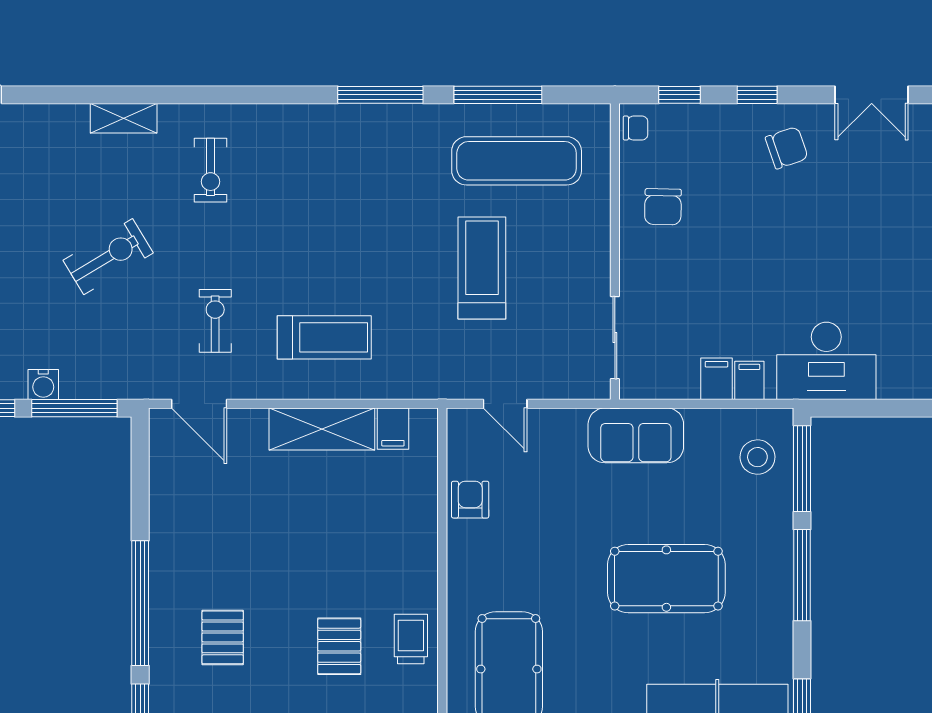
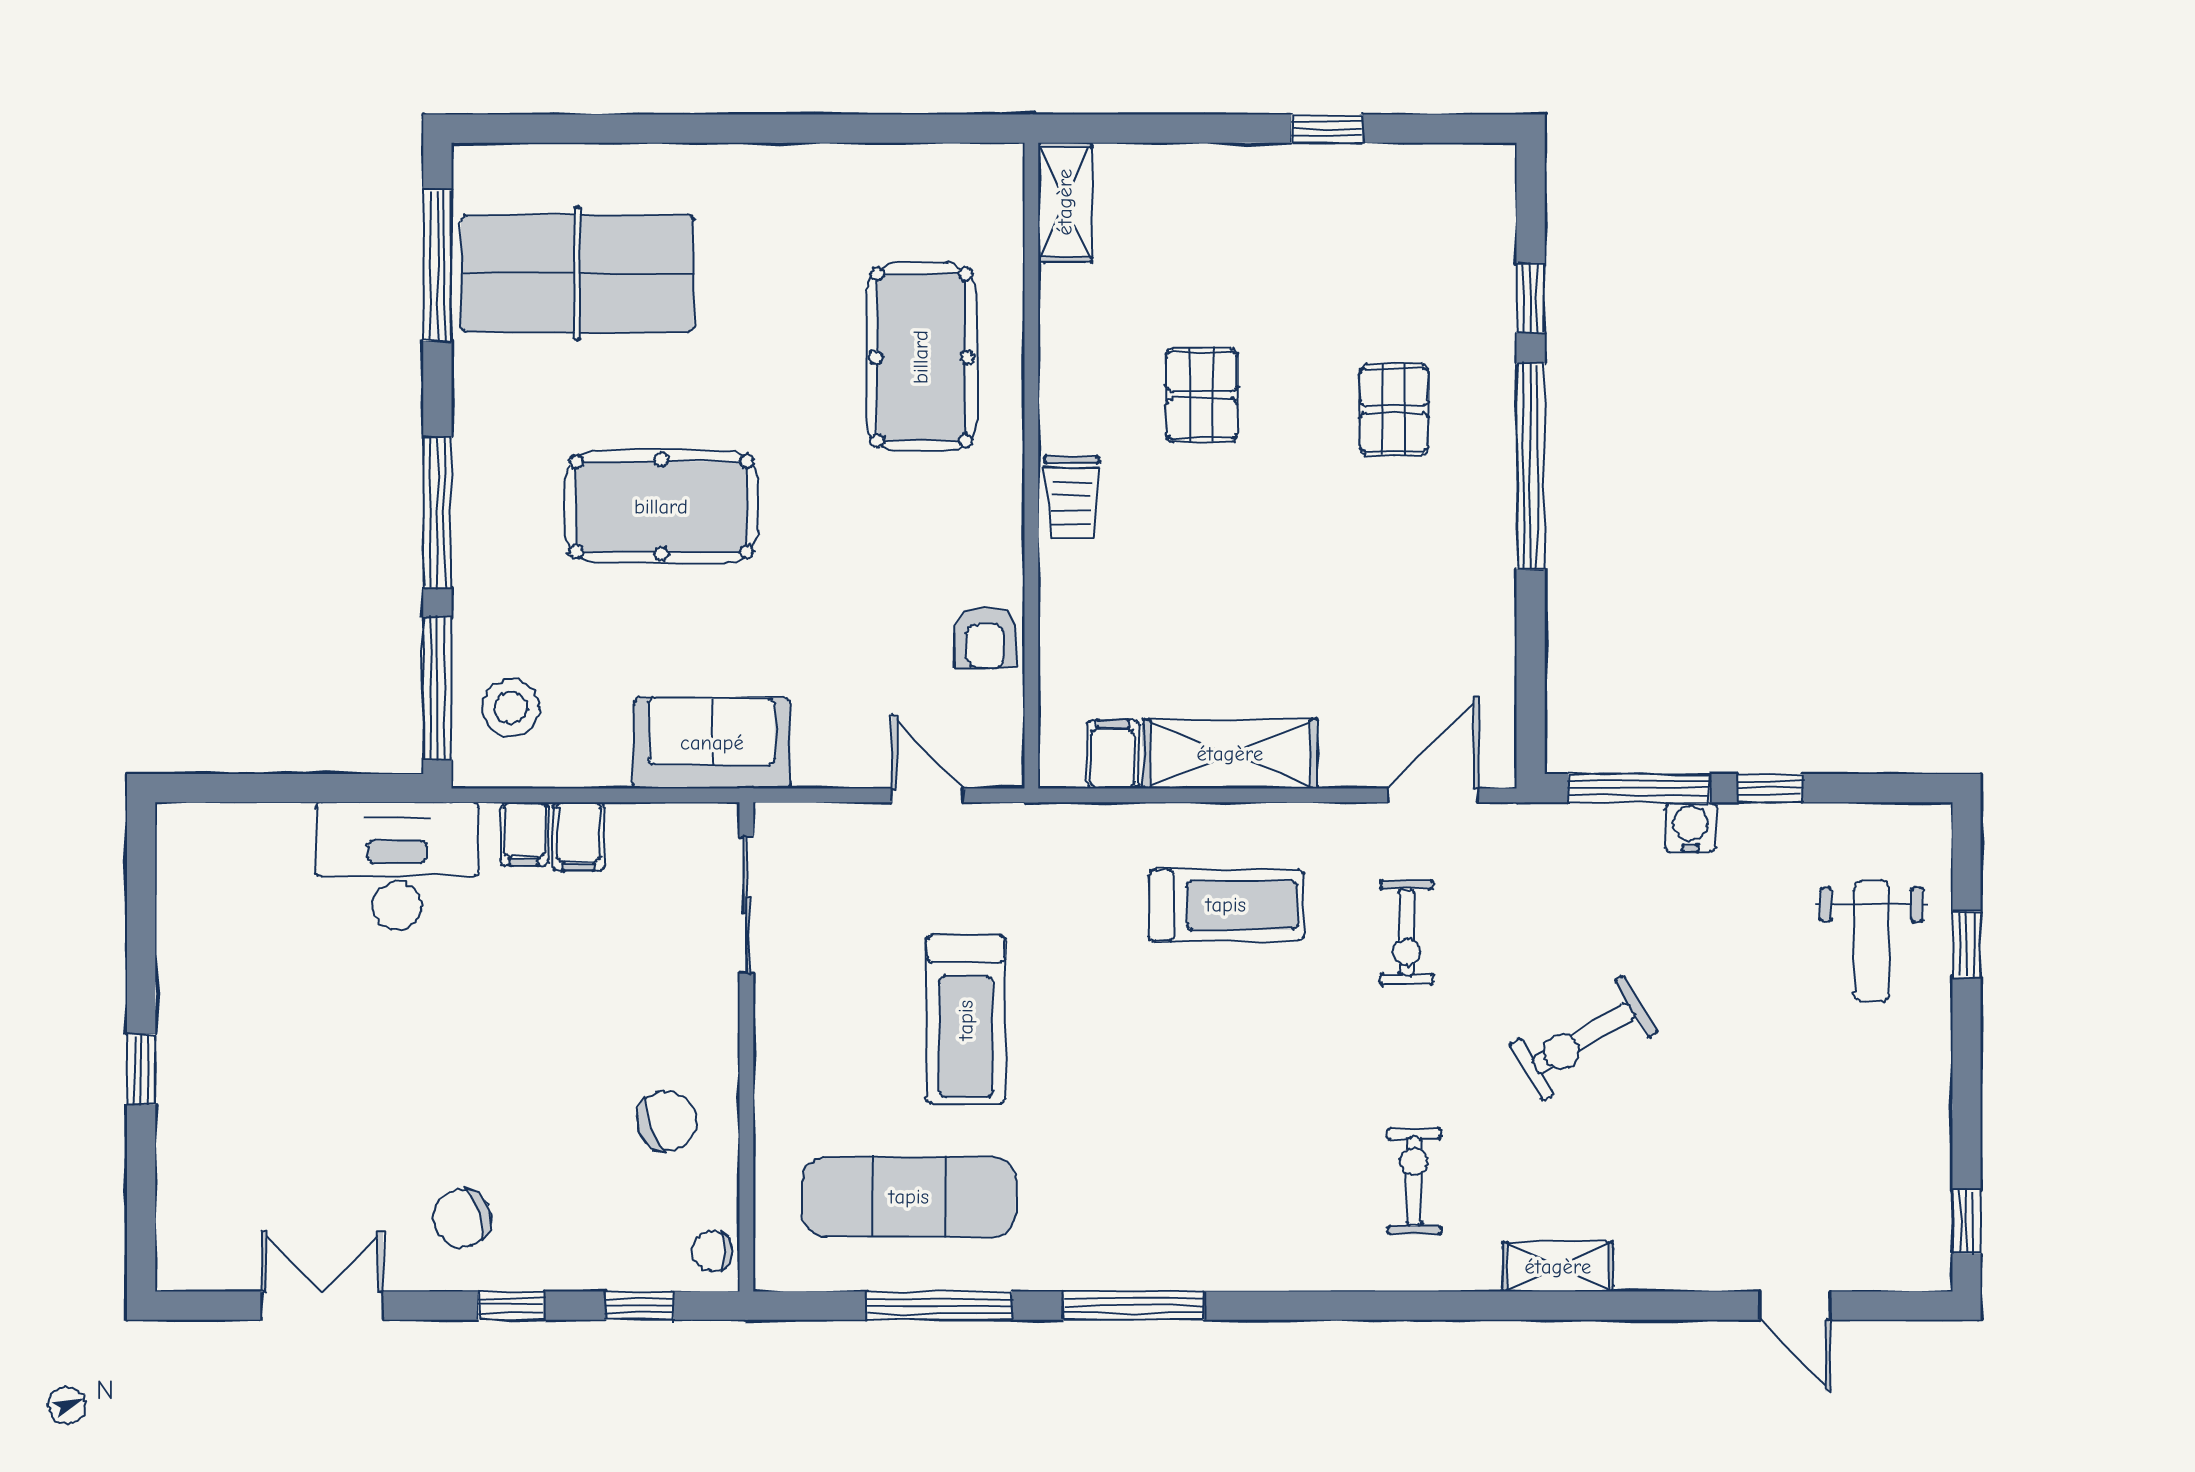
chair: (663, 207) -> (667, 1121), turned 68
treadmill: (324, 337) -> (1226, 905), turned 180
door: (199, 404) -> (1433, 795), hinge flipped
trolley: (411, 639) -> (1072, 497), moved

